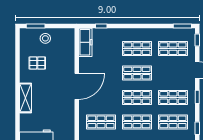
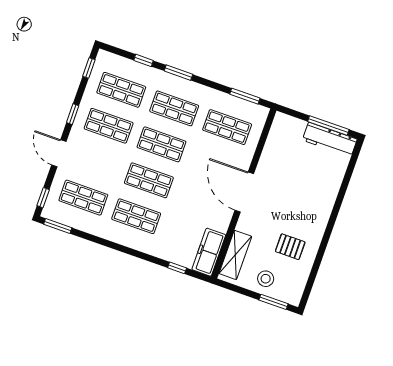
door: (77, 86) -> (244, 192), hinge flipped
shelving: (25, 98) -> (235, 255), moved

